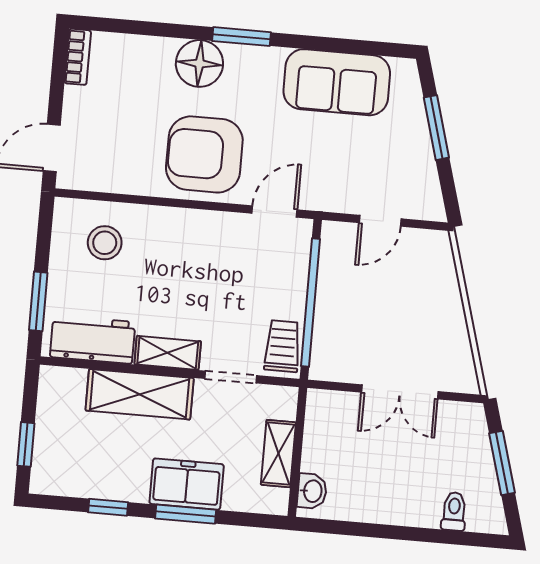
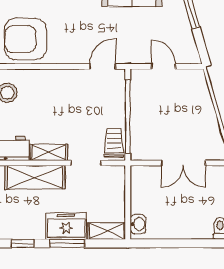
armchair: (204, 154) -> (25, 39), moved
door: (380, 221) -> (163, 66), swing flipped
shelving: (278, 454) -> (107, 231), moved, turned 90

